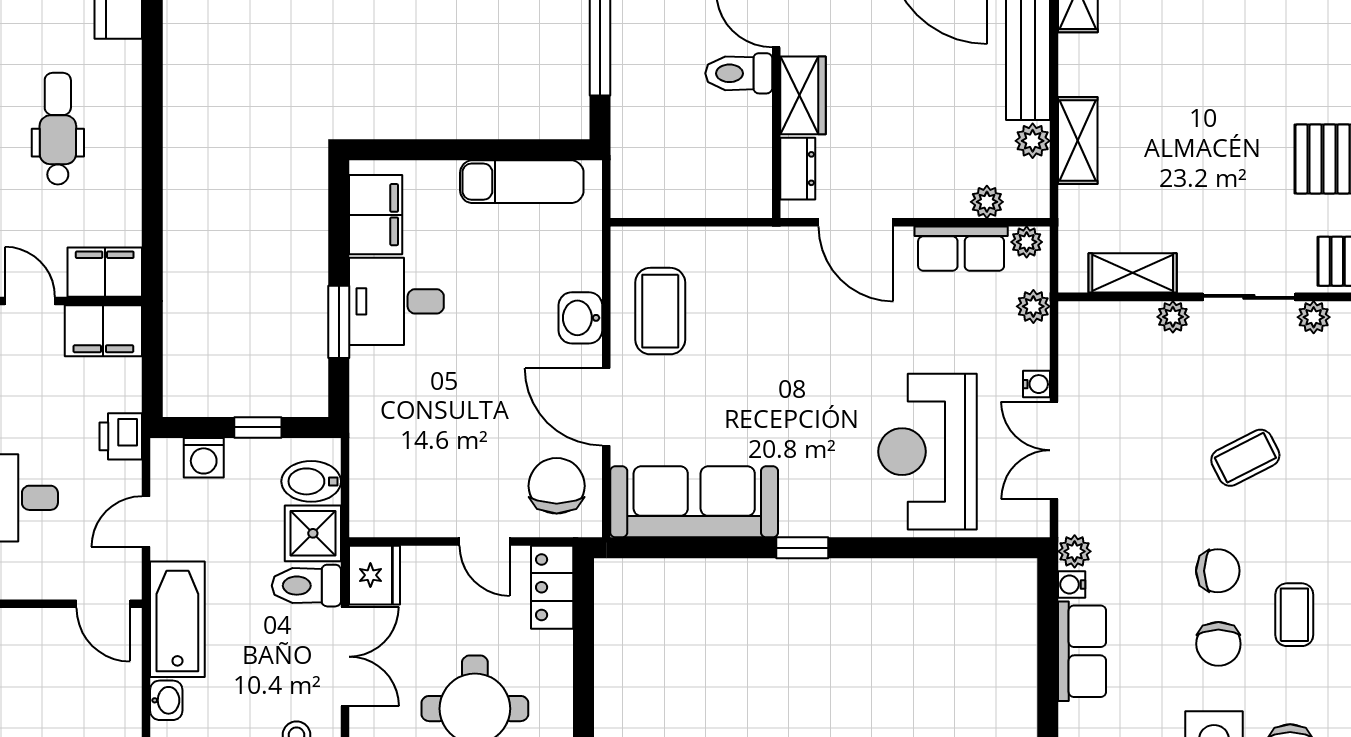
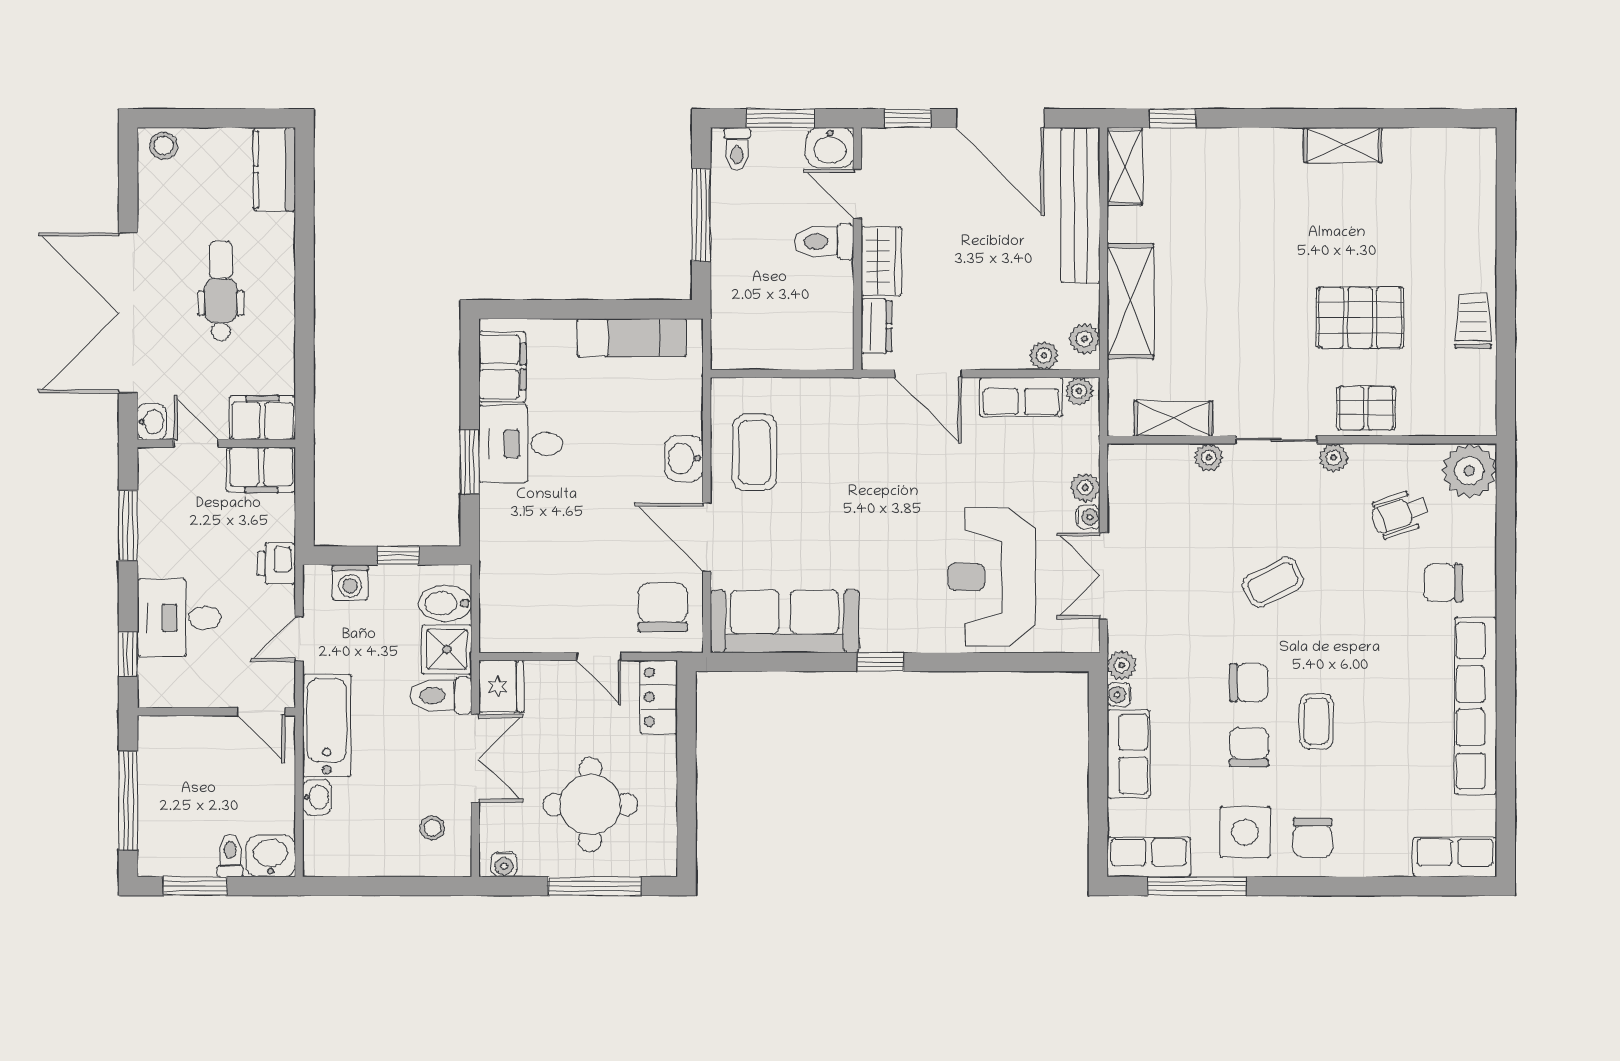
plant: (1033, 141) -> (1085, 339), moved
shelving: (1078, 141) -> (1130, 301), width x1.50, depth x1.33
plant: (1033, 306) -> (1085, 488), moved
chair: (1218, 644) -> (1249, 747), turned 180

